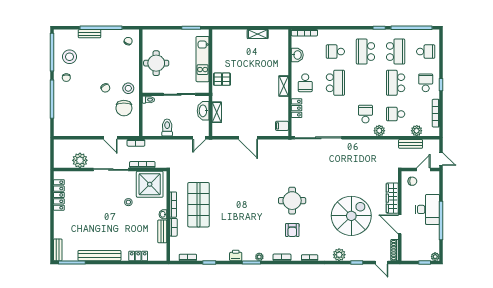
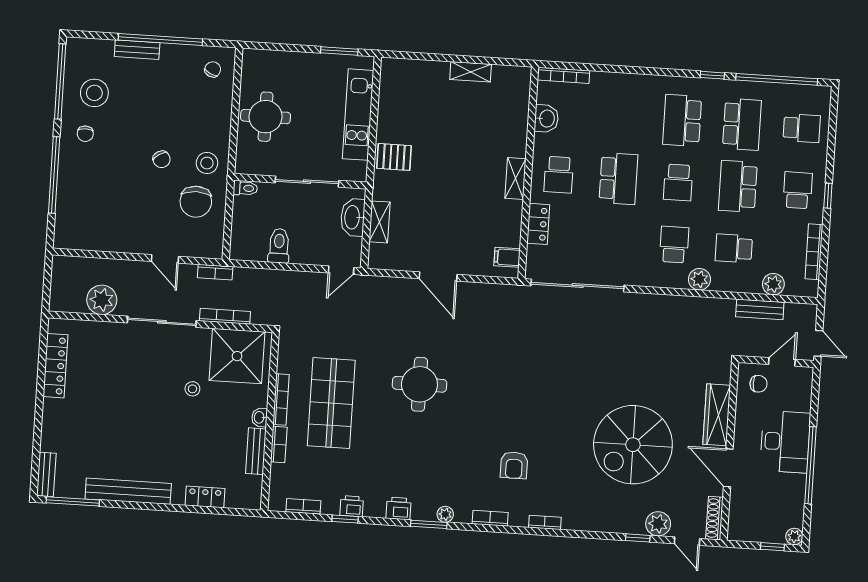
school desk: (335, 52) -> (678, 182), moved, turned -90
round table: (292, 201) -> (419, 384), moved
spiral stairs: (351, 216) -> (633, 445), turned 180
plant: (339, 255) -> (658, 524), moved
printer: (212, 256) -> (352, 506), added

